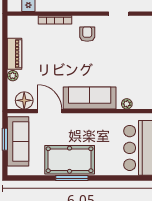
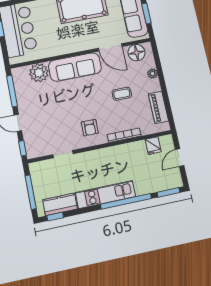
piano: (15, 54) -> (158, 107), moved
coffee table: (48, 61) -> (122, 94), added
plant: (127, 104) -> (39, 73), width x1.88, depth x1.88

